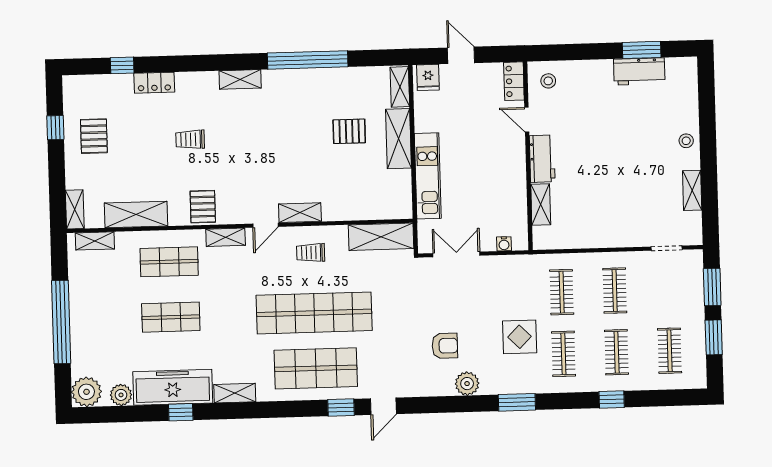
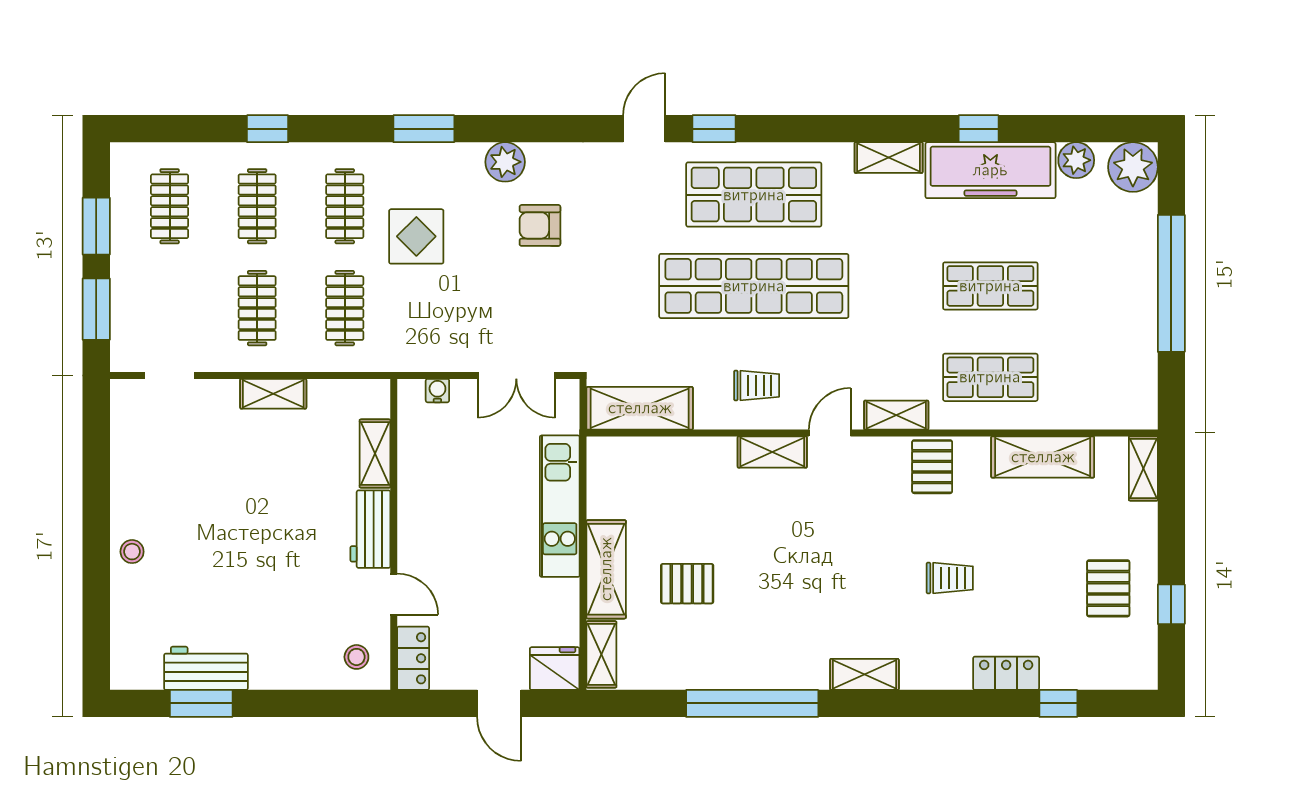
fridge: (428, 77) -> (555, 669), width x1.38
shelving: (692, 190) -> (273, 394), moved, turned 90
shelving: (95, 241) -> (1112, 415), removed

